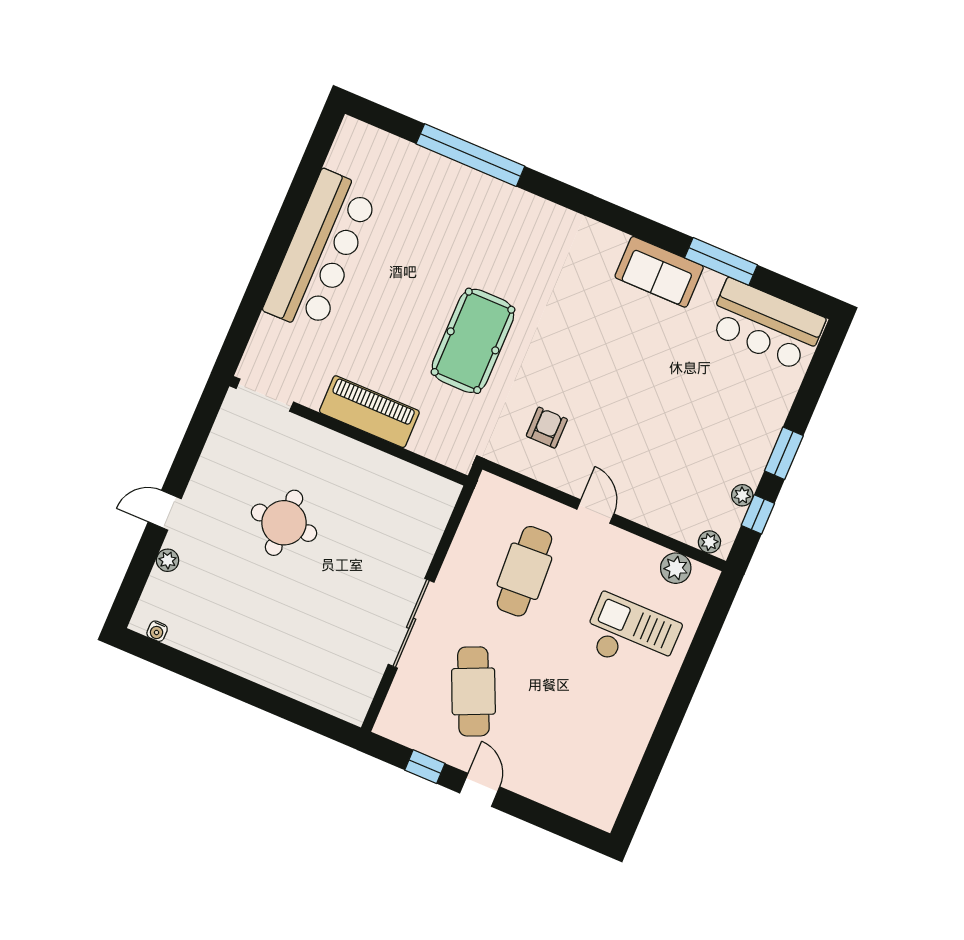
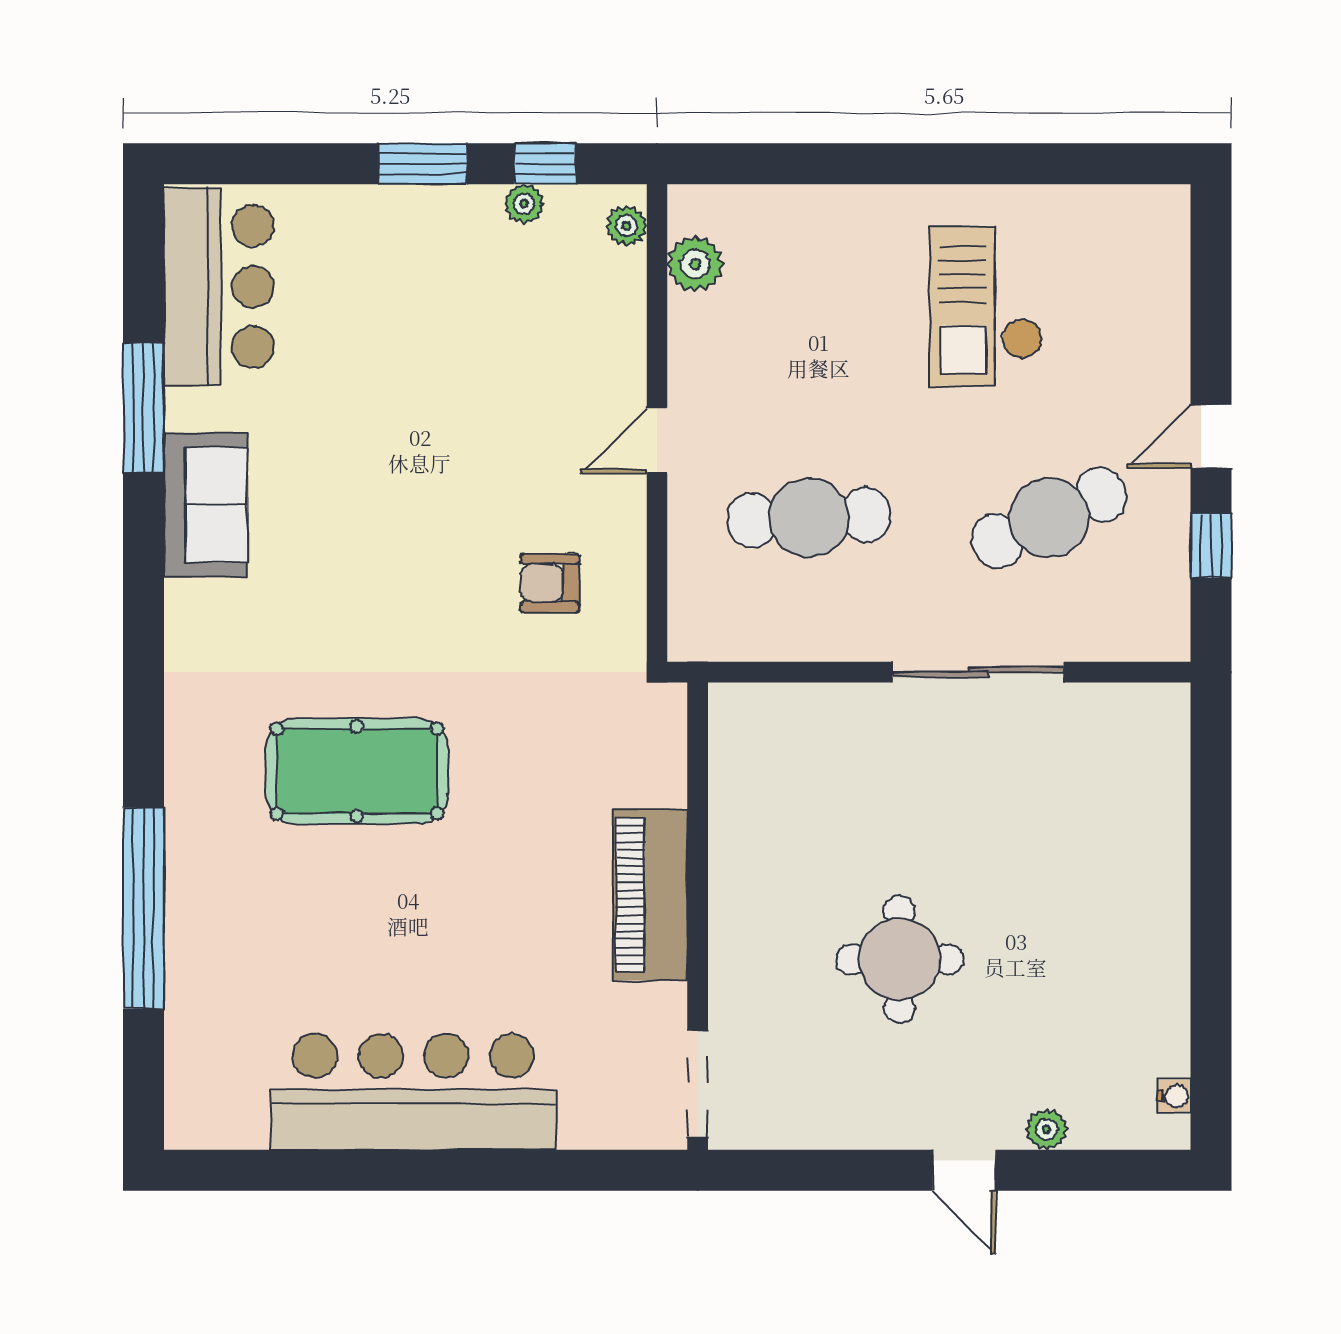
pool table: (473, 341) -> (357, 771), moved
checkout: (631, 635) -> (986, 306), moved

